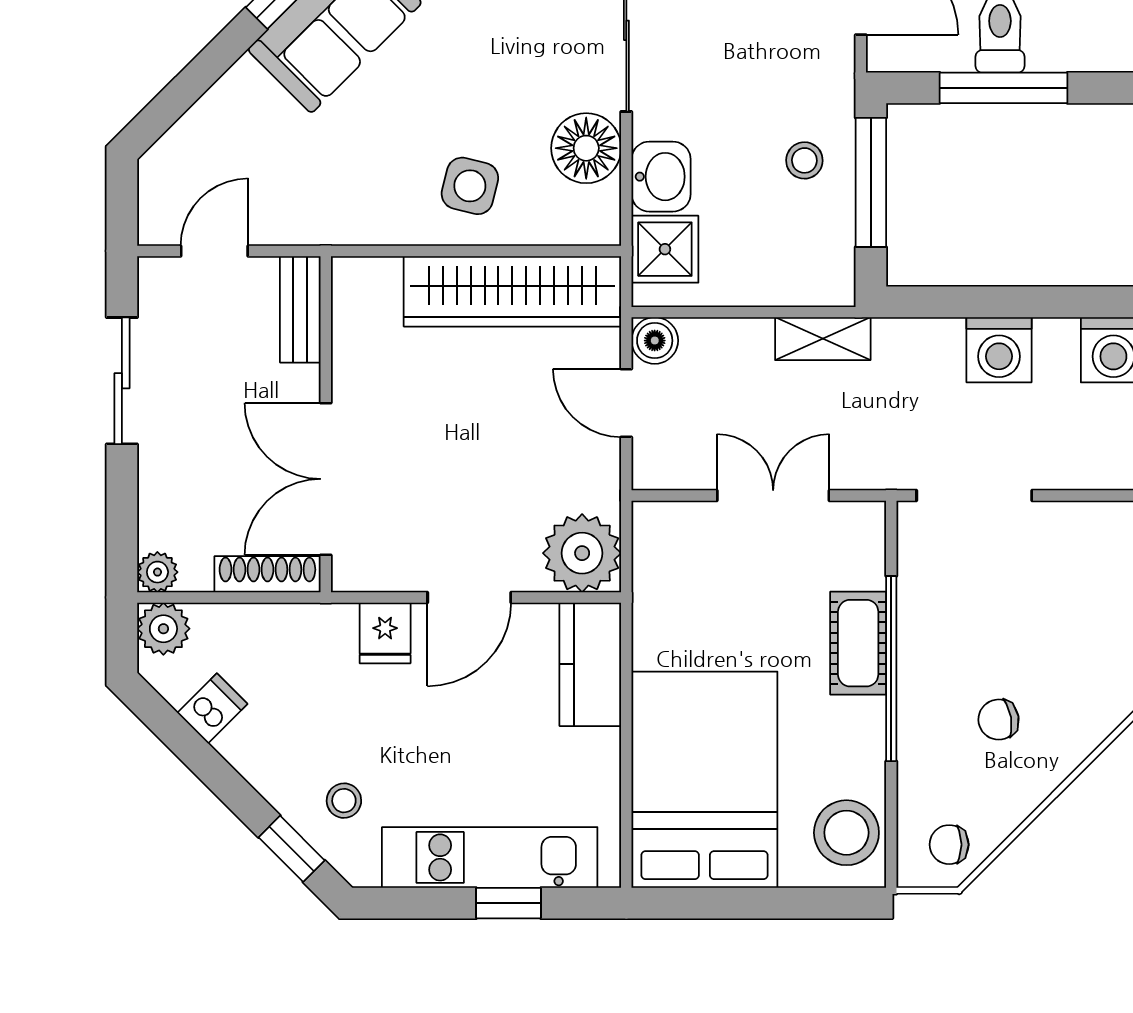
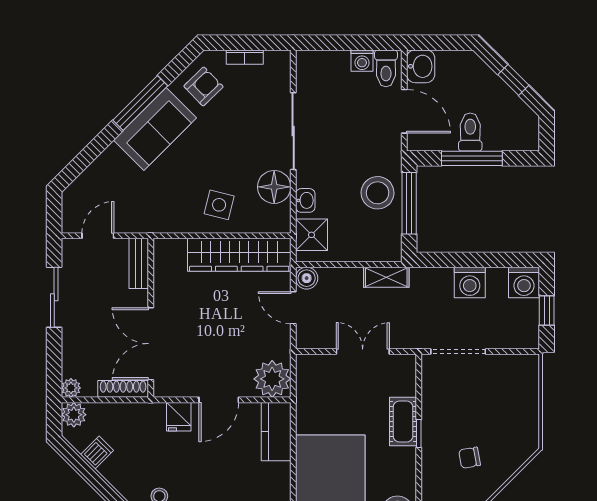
stool: (804, 160) -> (378, 193), width x1.89, depth x1.89
washbasin: (661, 177) -> (305, 200), width x0.72, depth x0.69
window: (891, 669) -> (419, 434), width x0.32

